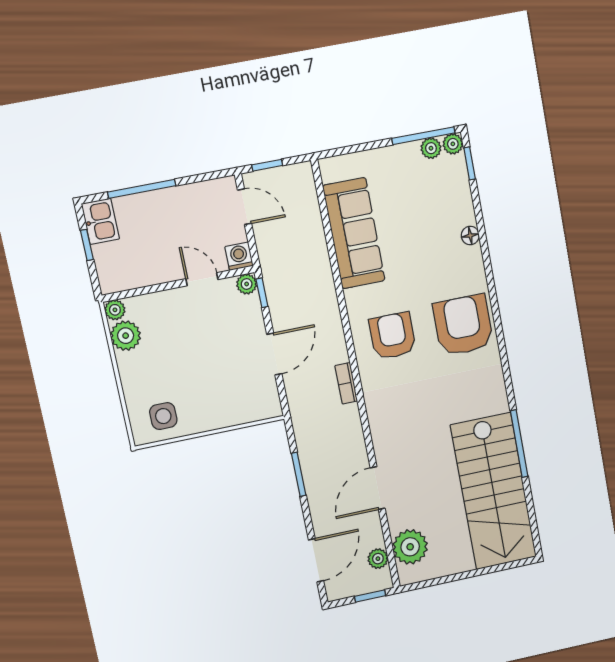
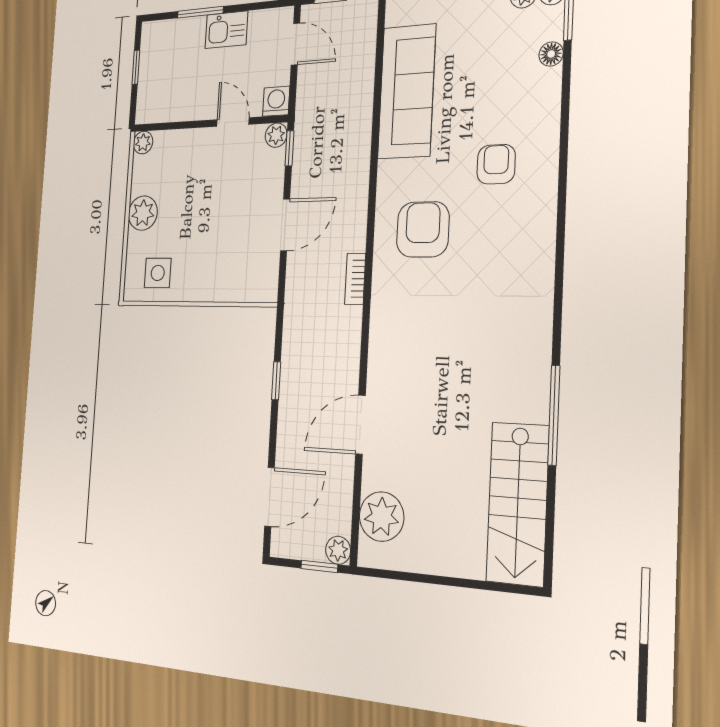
window: (142, 189) -> (200, 12), width x0.69
kitchen sink: (100, 221) -> (226, 30), moved, turned 90
floor lamp: (470, 236) -> (551, 54), moved
armchair: (463, 325) -> (496, 164), moved, width x0.53, depth x0.53
plant: (126, 336) -> (143, 213), moved
window: (299, 474) -> (276, 381), width x0.67
stairs: (493, 491) -> (518, 504), width x0.73, depth x0.66
plant: (378, 559) -> (338, 550), moved

